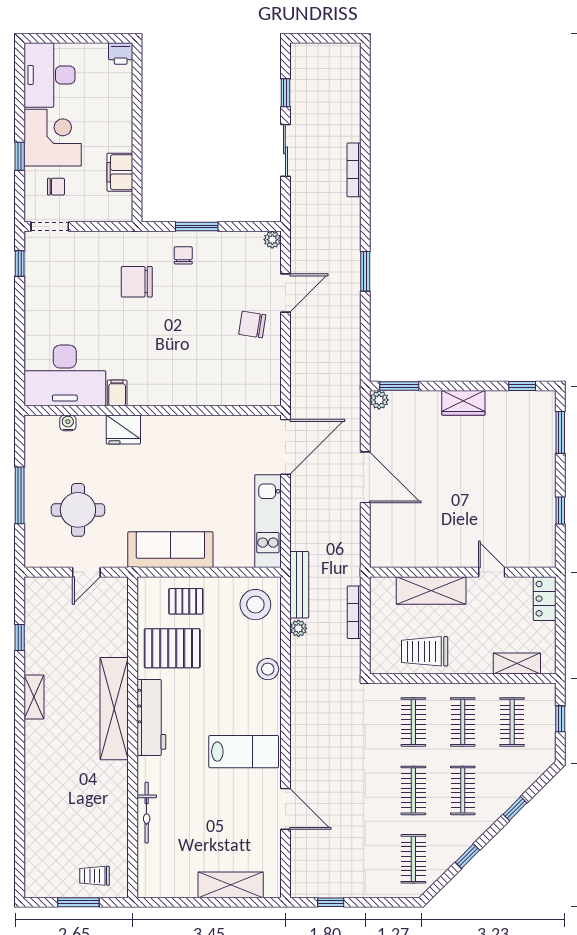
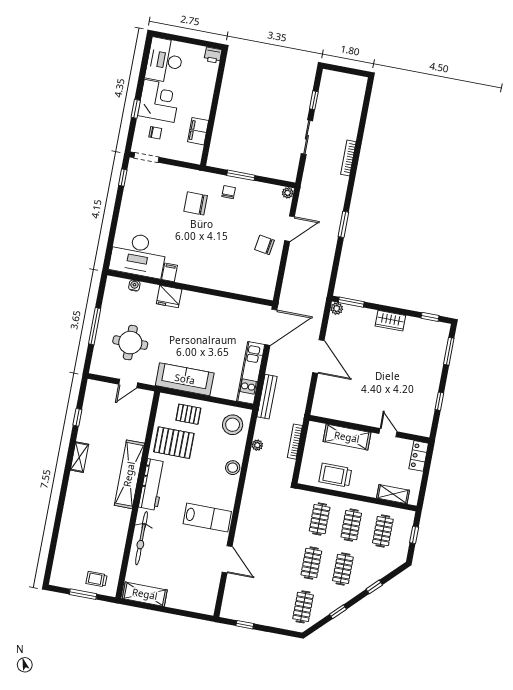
bench: (299, 585) -> (267, 397), moved
bicycle: (147, 813) -> (142, 538), width x1.37, depth x1.40
shelving: (231, 885) -> (145, 594), moved

